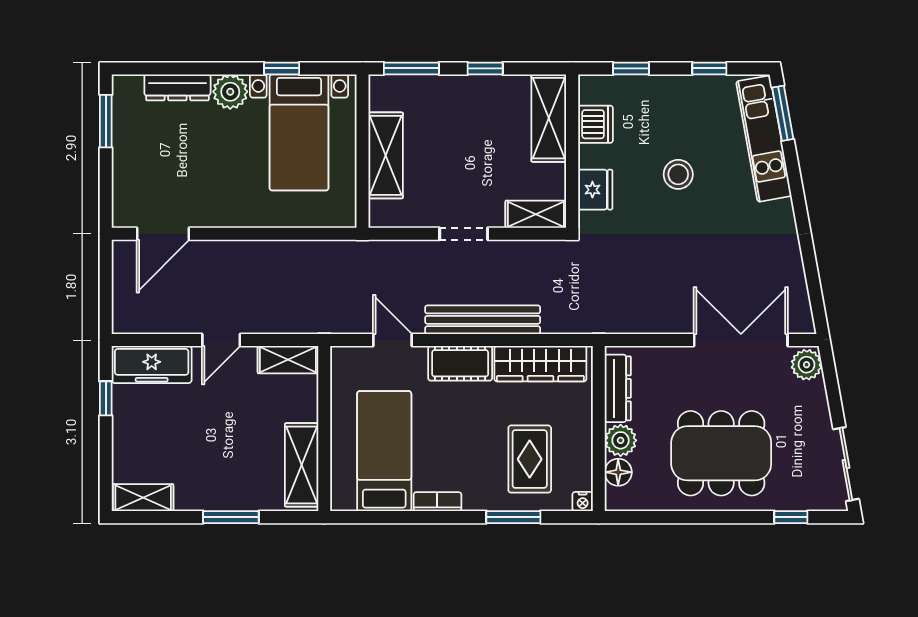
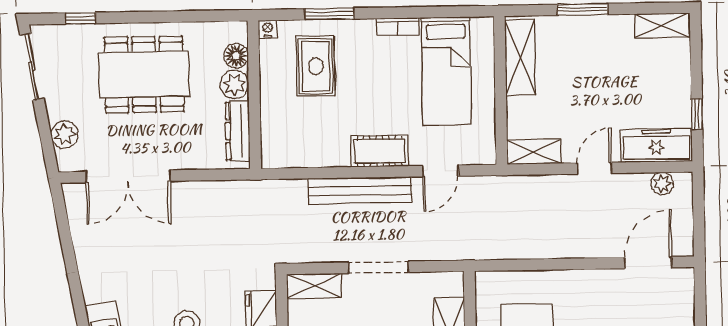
doorway: (464, 234) -> (379, 267), width x1.38
plant: (146, 322) -> (662, 184), added
door: (392, 340) -> (441, 171), hinge flipped
wardrobe: (540, 364) -> (308, 152), removed
plant: (807, 365) -> (65, 134), moved

